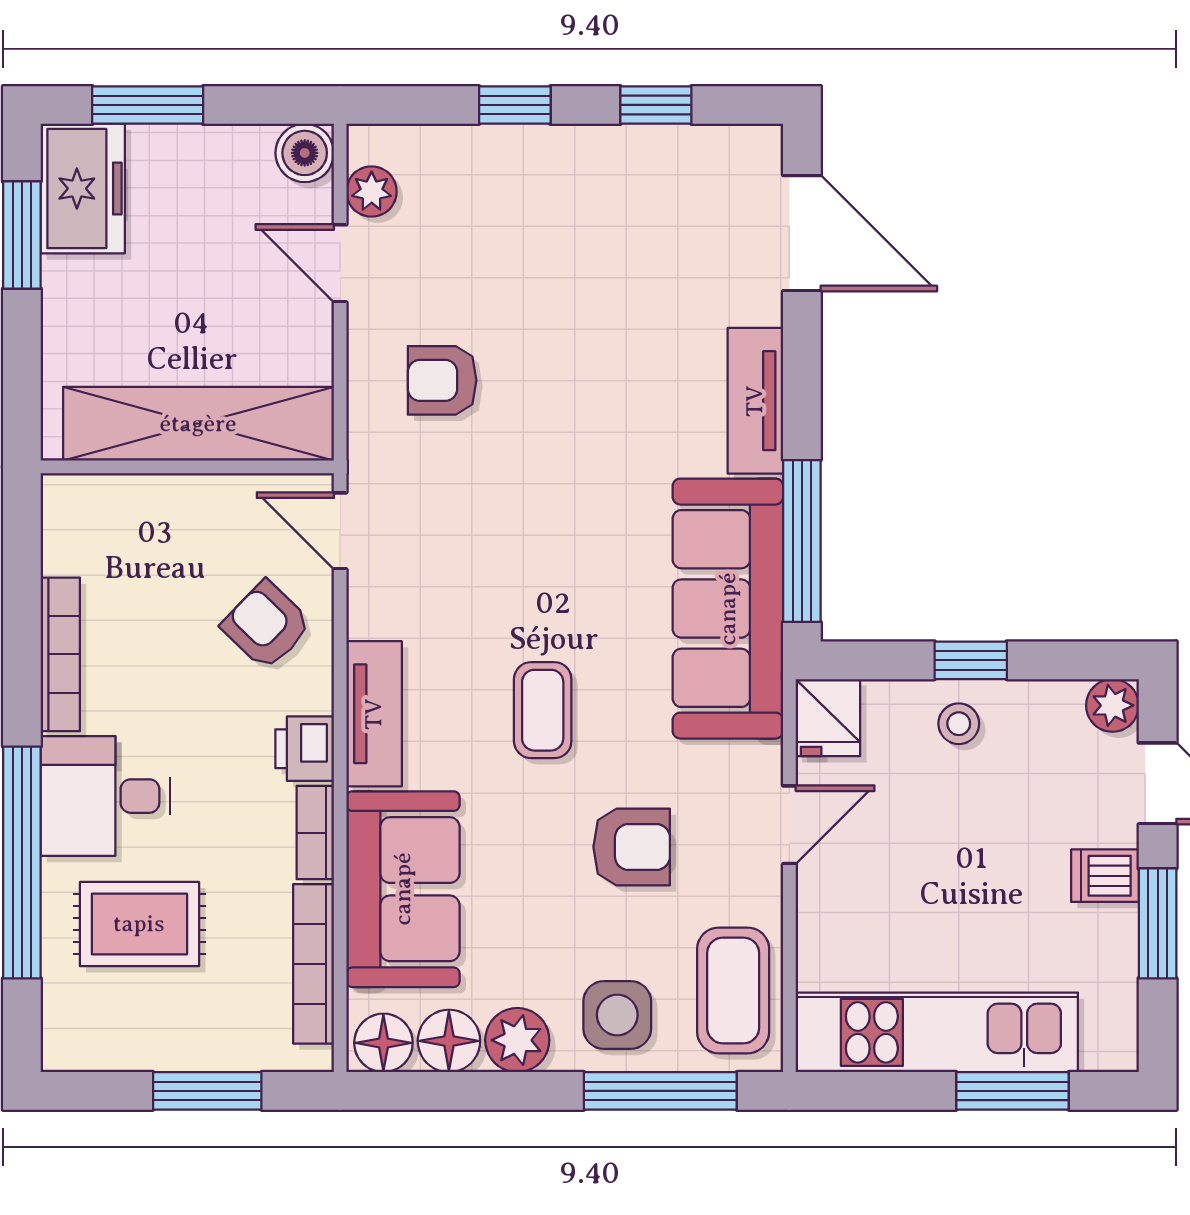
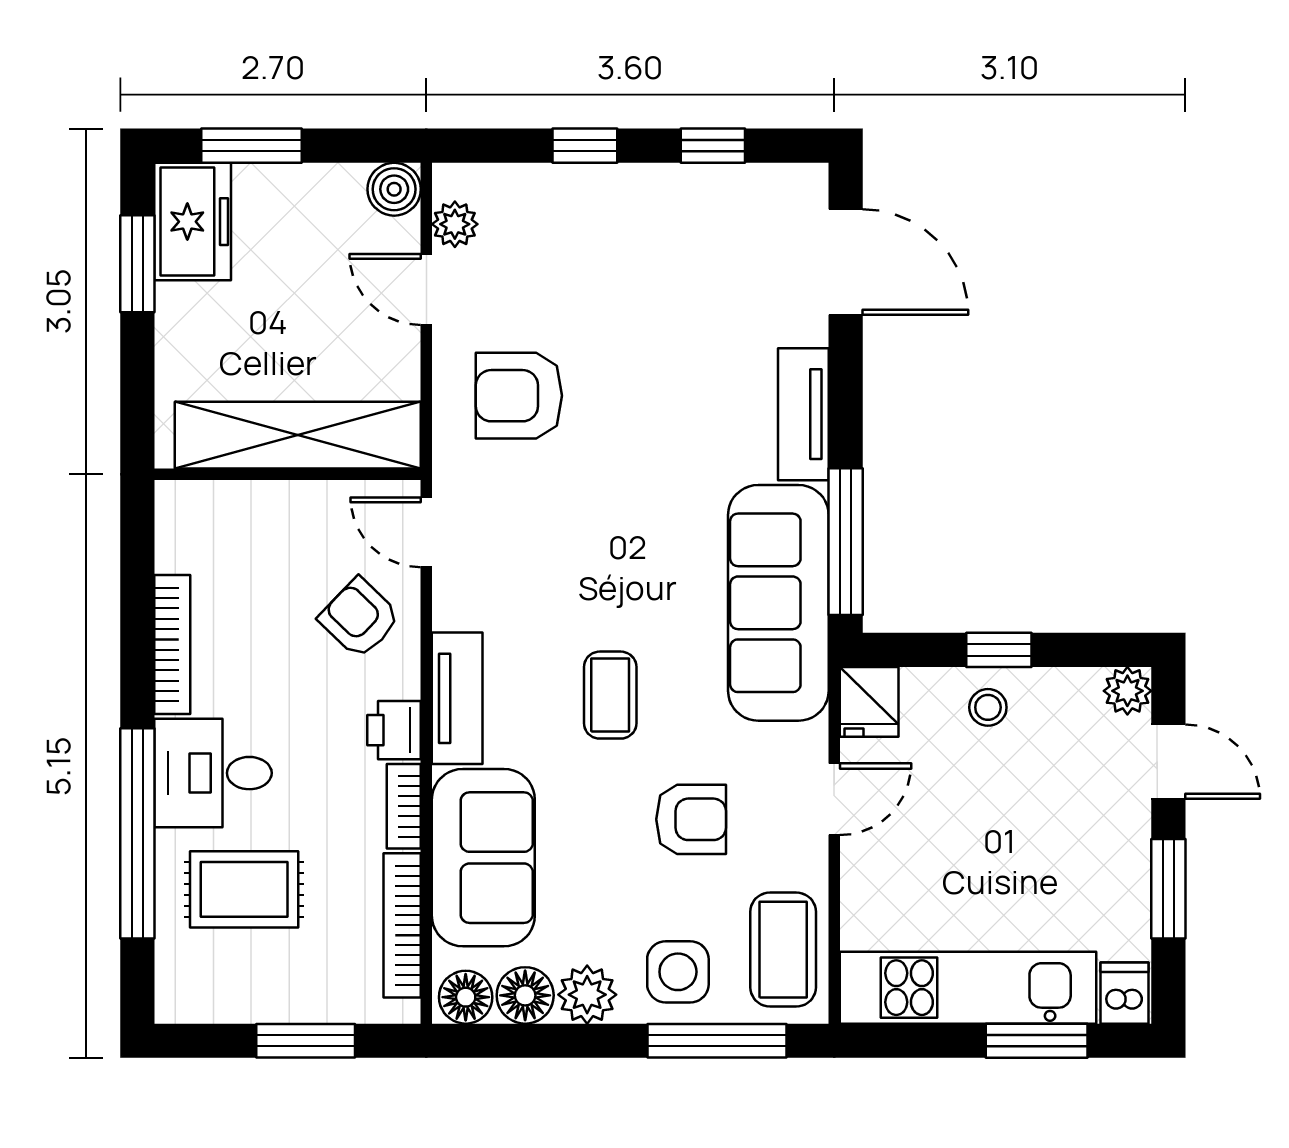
armchair: (442, 380) -> (519, 396), width x1.38, depth x1.38
dishwasher: (1105, 876) -> (1125, 993), moved, turned 90

